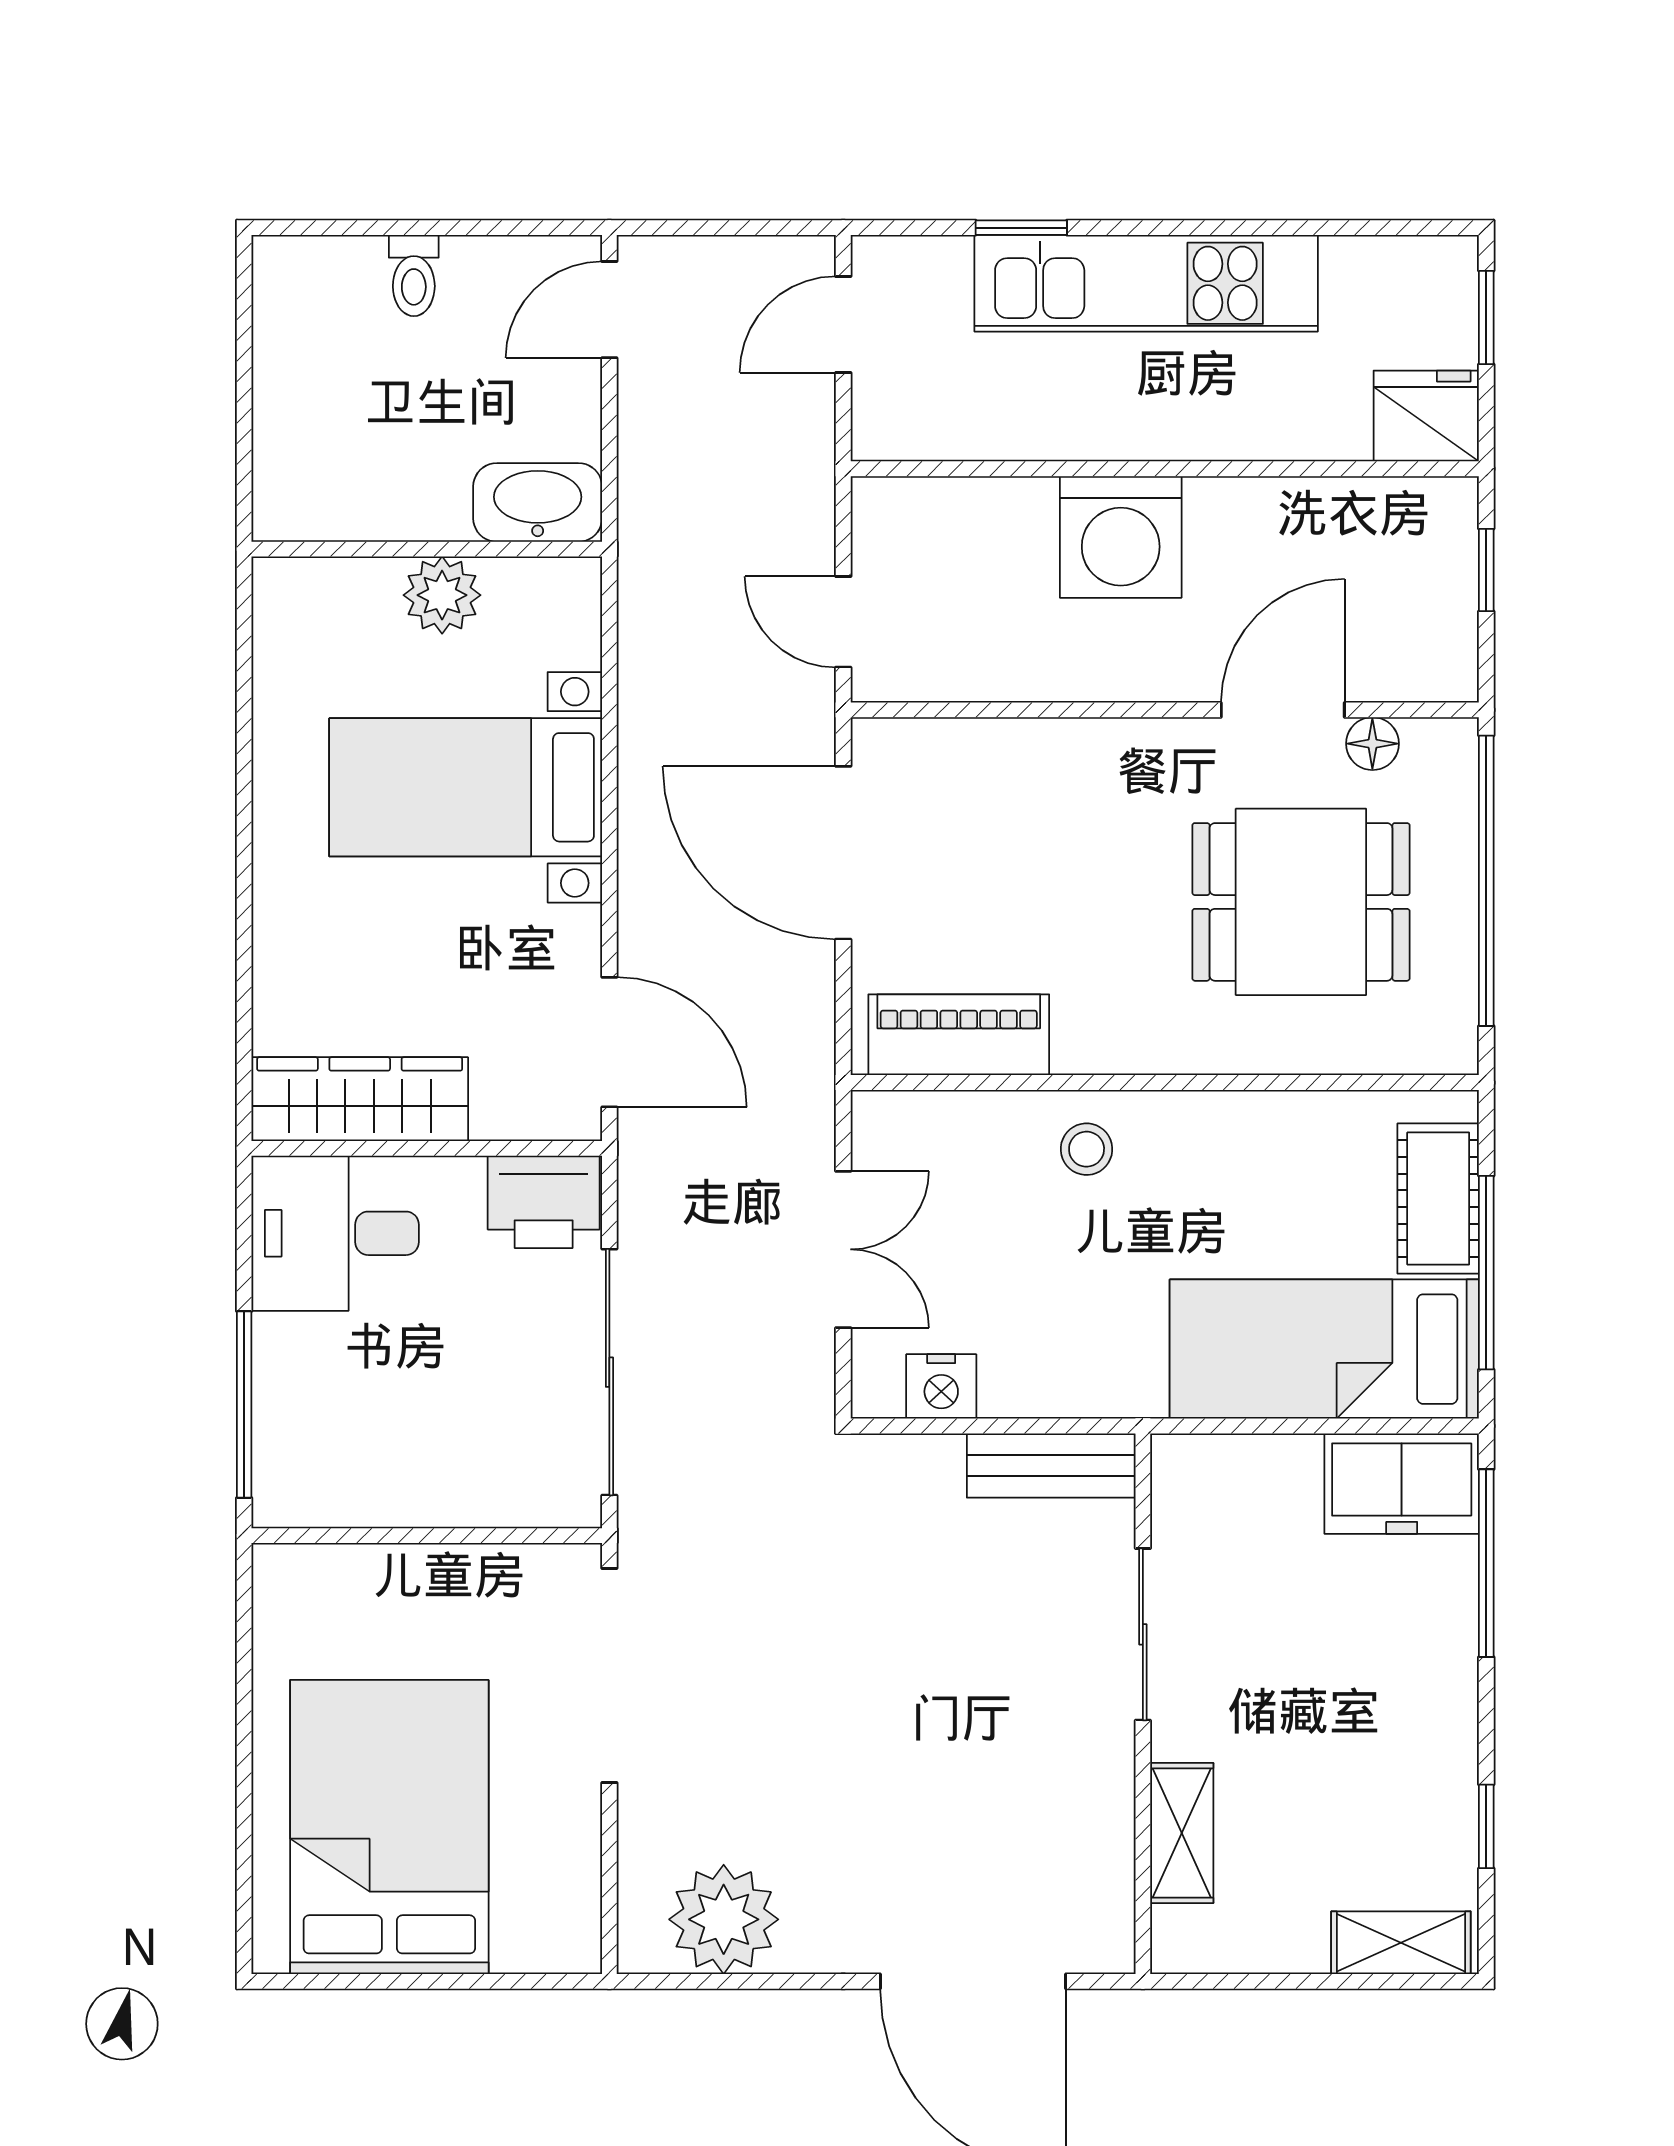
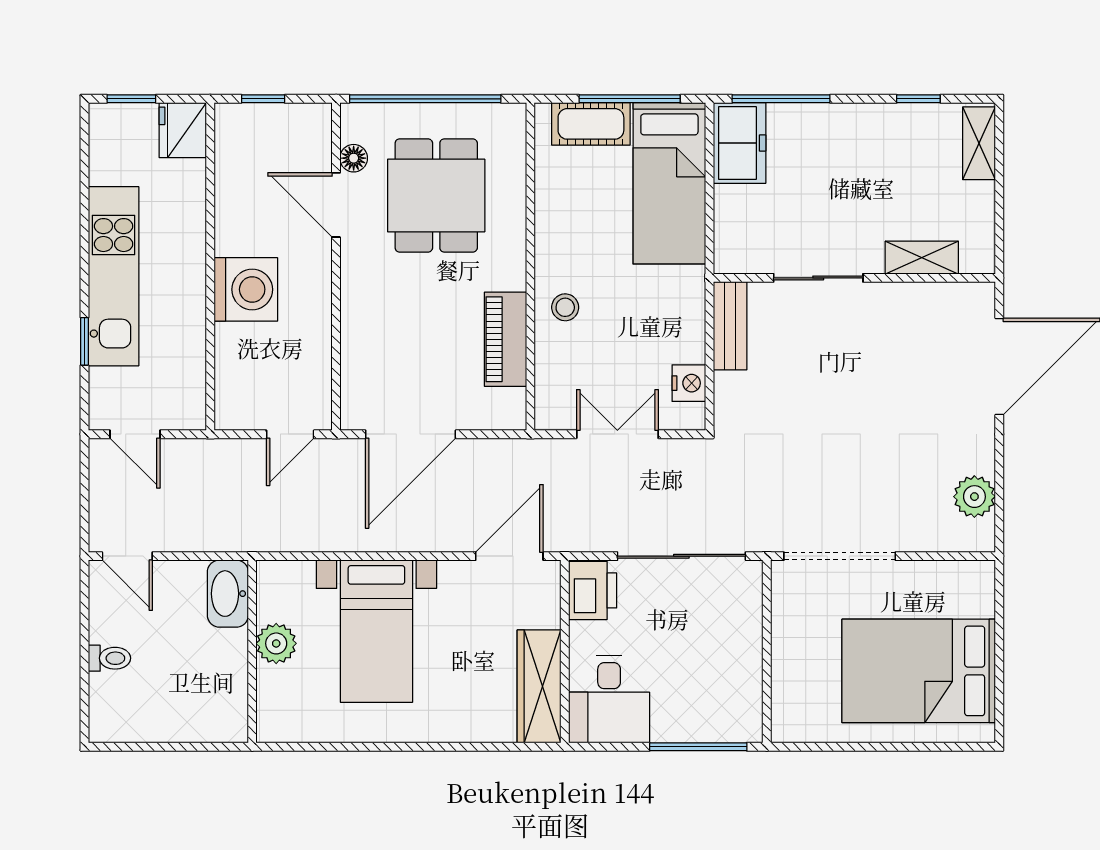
piano: (959, 1035) -> (505, 339), moved
plant: (724, 1919) -> (974, 497), width x0.73, depth x0.73

